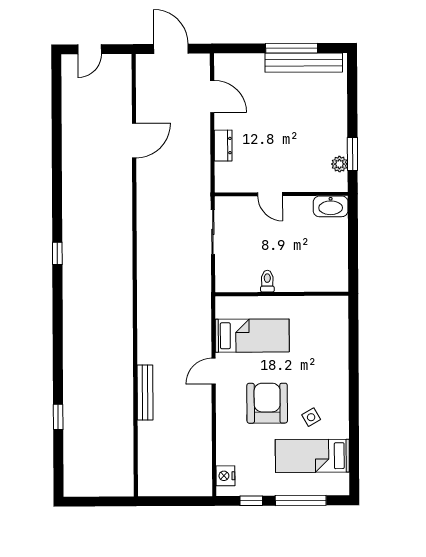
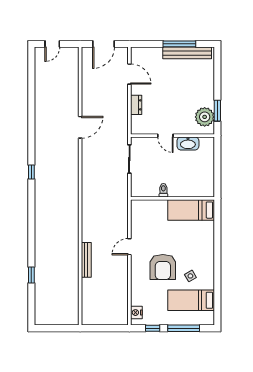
door: (171, 49) -> (104, 44), swing flipped
door: (134, 141) -> (80, 127), moved
plant: (339, 164) -> (205, 117), width x1.87, depth x1.87
washbasin: (331, 206) -> (188, 143), moved
bed: (252, 336) -> (191, 210), moved, turned 180
armchair: (267, 403) -> (163, 267), turned 180

